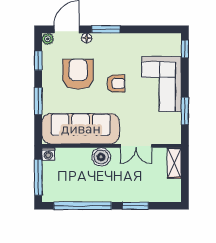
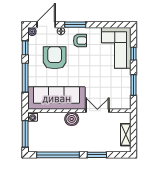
window: (185, 49) -> (133, 54), moved
armchair: (116, 83) -> (80, 41), moved
corner sofa: (161, 84) -> (116, 48), moved
window: (38, 101) -> (25, 78), width x1.44
double door: (136, 146) -> (97, 111), swing flipped
shelving: (174, 163) -> (126, 135), moved

